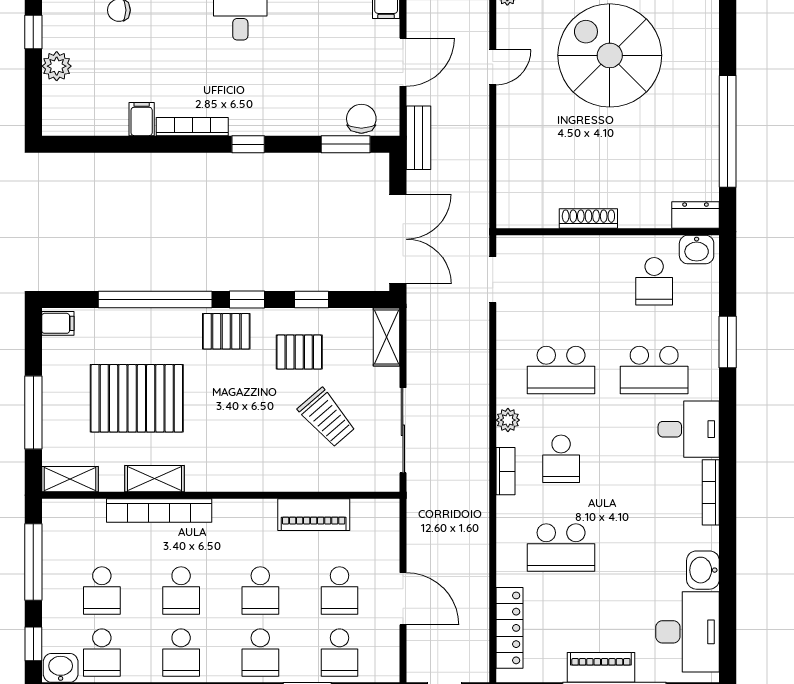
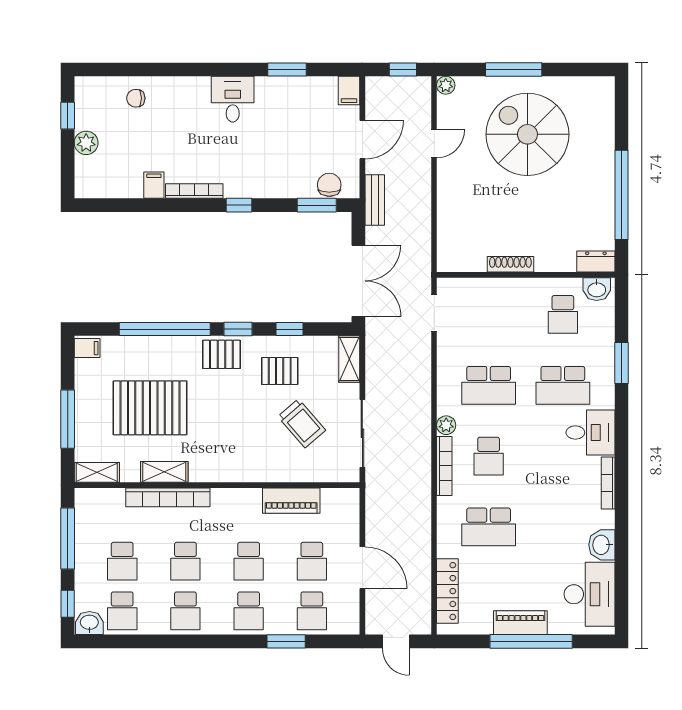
bookcase: (505, 471) -> (444, 466), width x1.56

